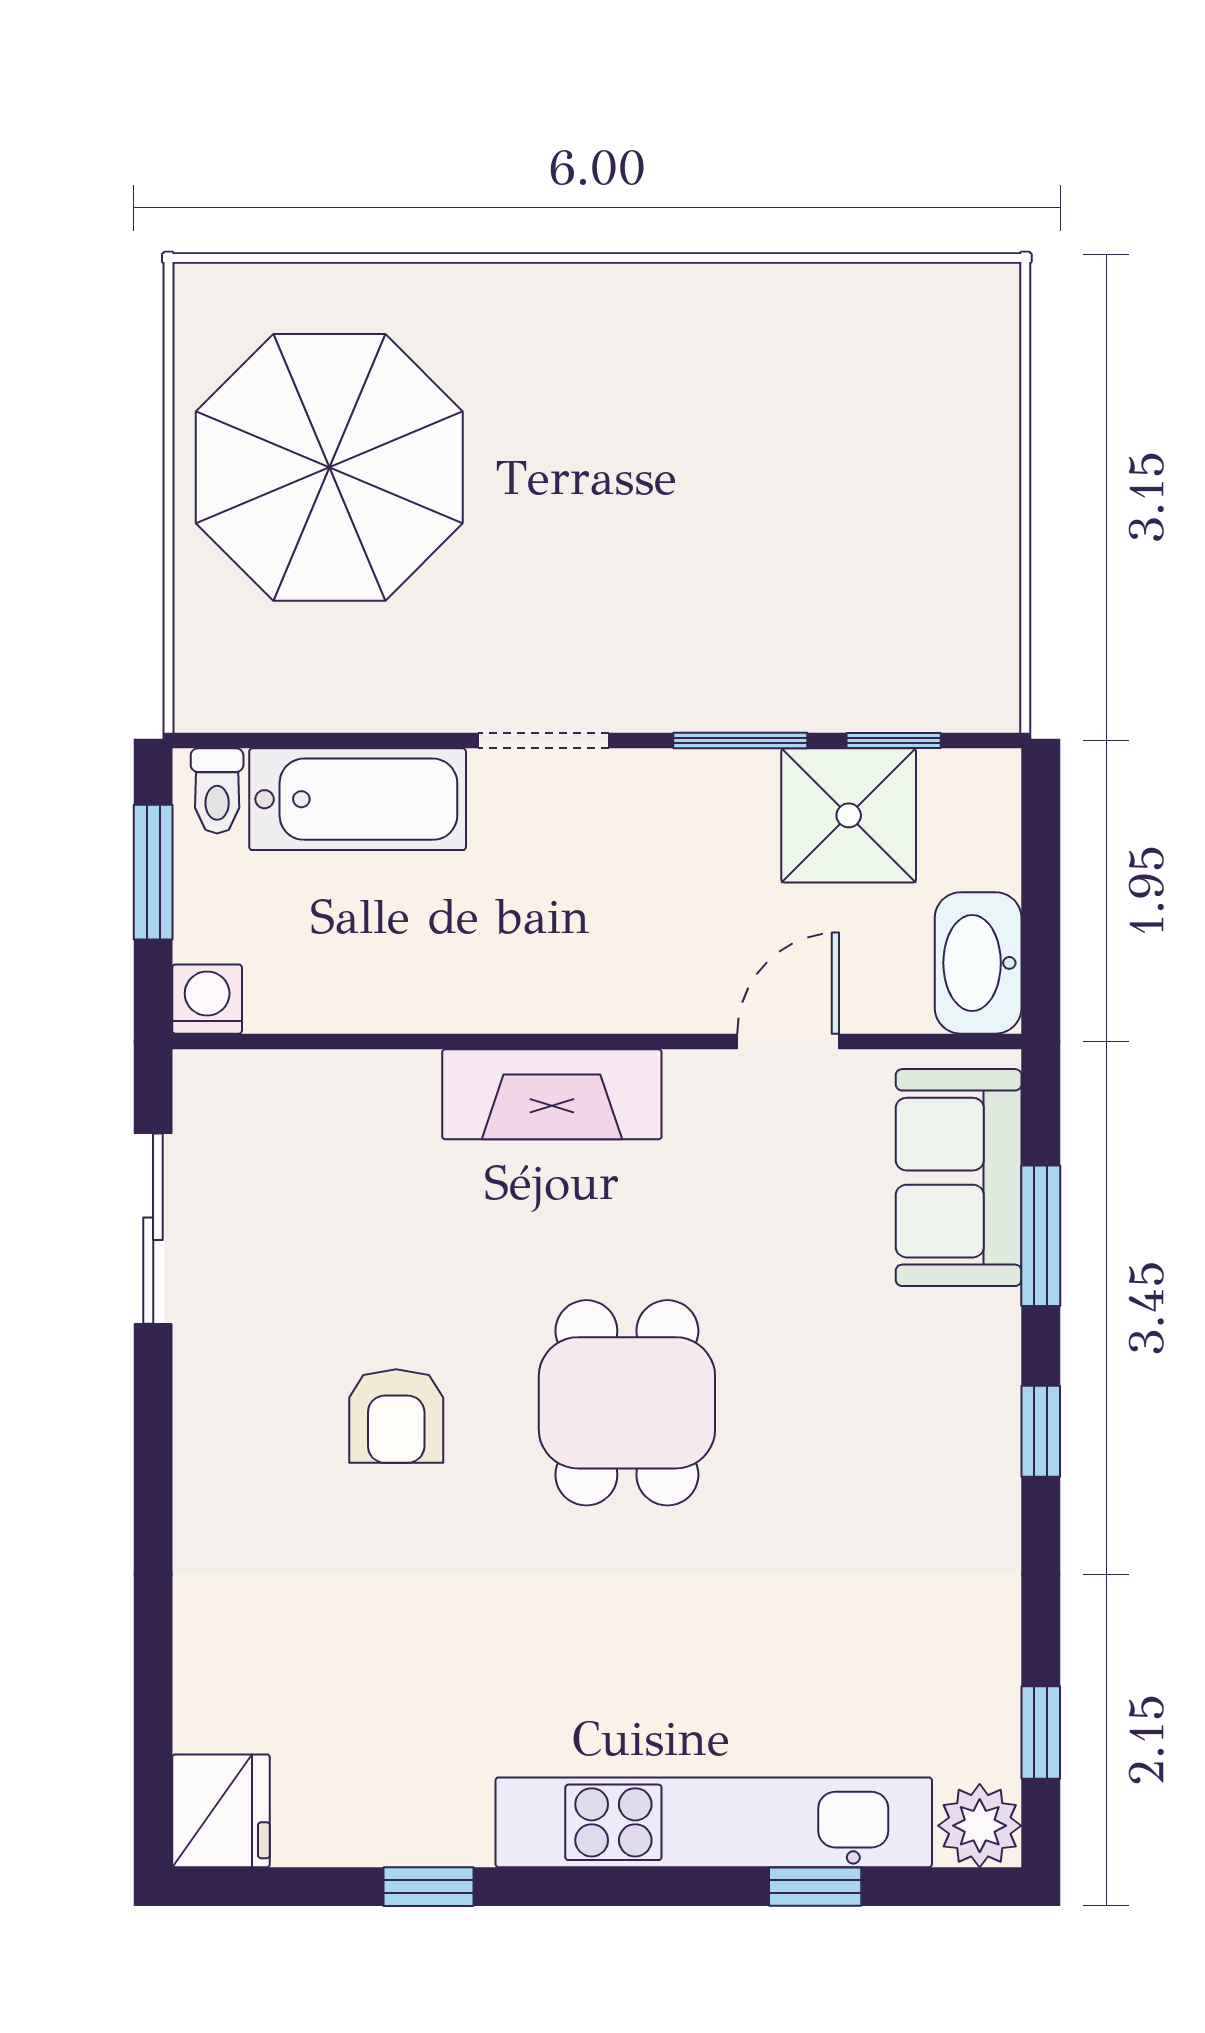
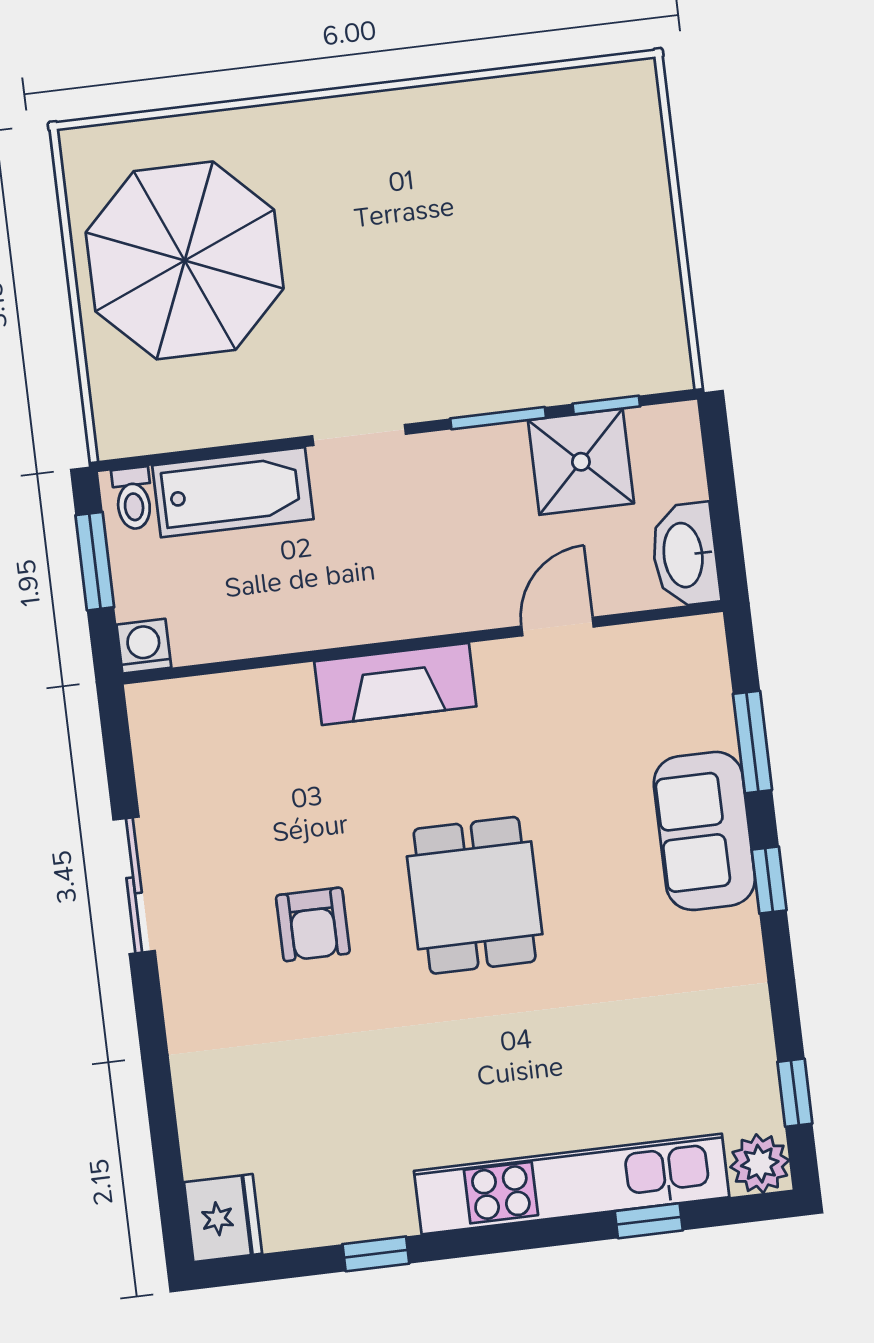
sofa: (959, 1178) -> (704, 831), moved
sliding door: (153, 1229) -> (134, 885), moved

